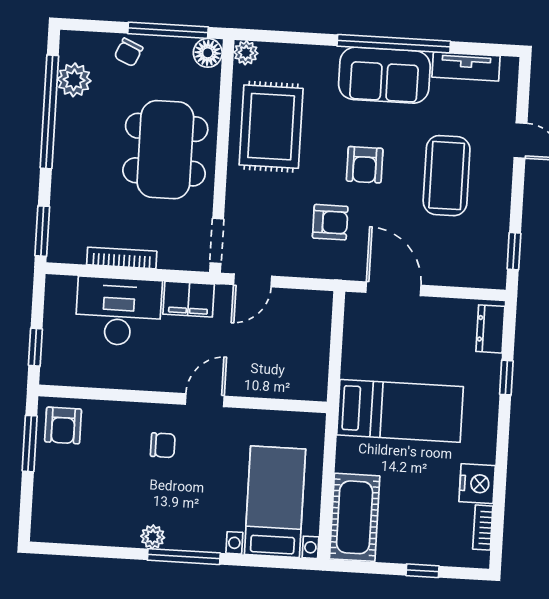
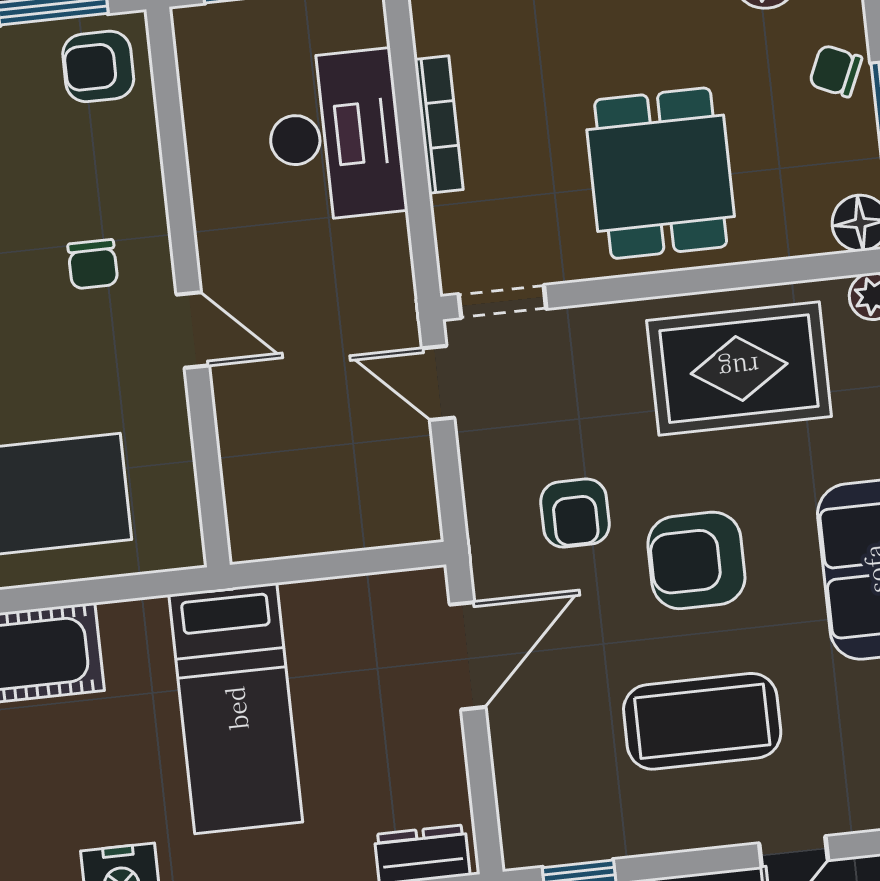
dining table: (165, 150) -> (661, 173), width x0.73
armchair: (365, 165) -> (696, 560), width x1.38, depth x1.38
filing cabinet: (189, 299) -> (382, 266), removed

